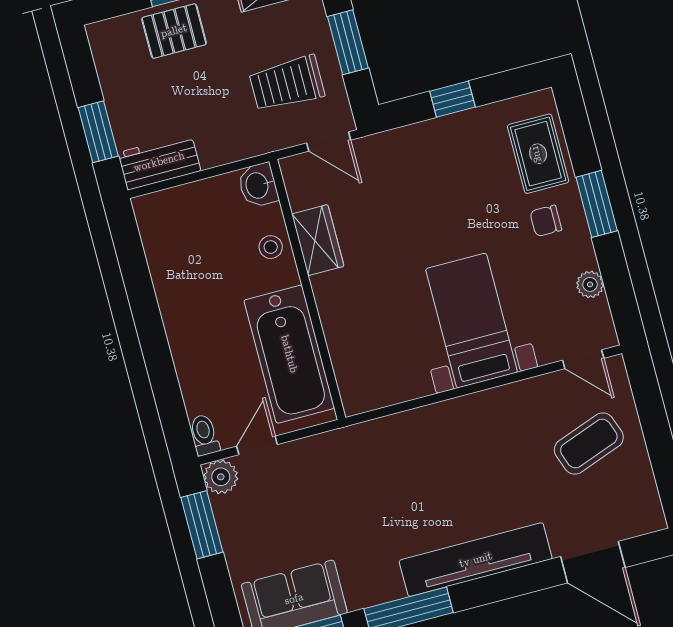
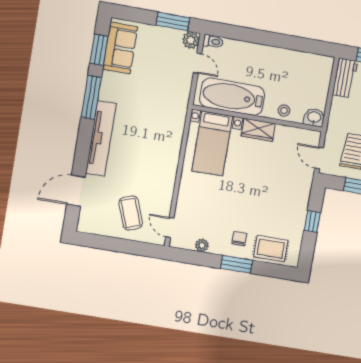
door: (329, 141) -> (319, 158), hinge flipped
wardrobe: (318, 240) -> (258, 130), moved
bed with nightstands: (471, 321) -> (212, 144), moved, turned 90
door: (583, 359) -> (170, 227), hinge flipped

